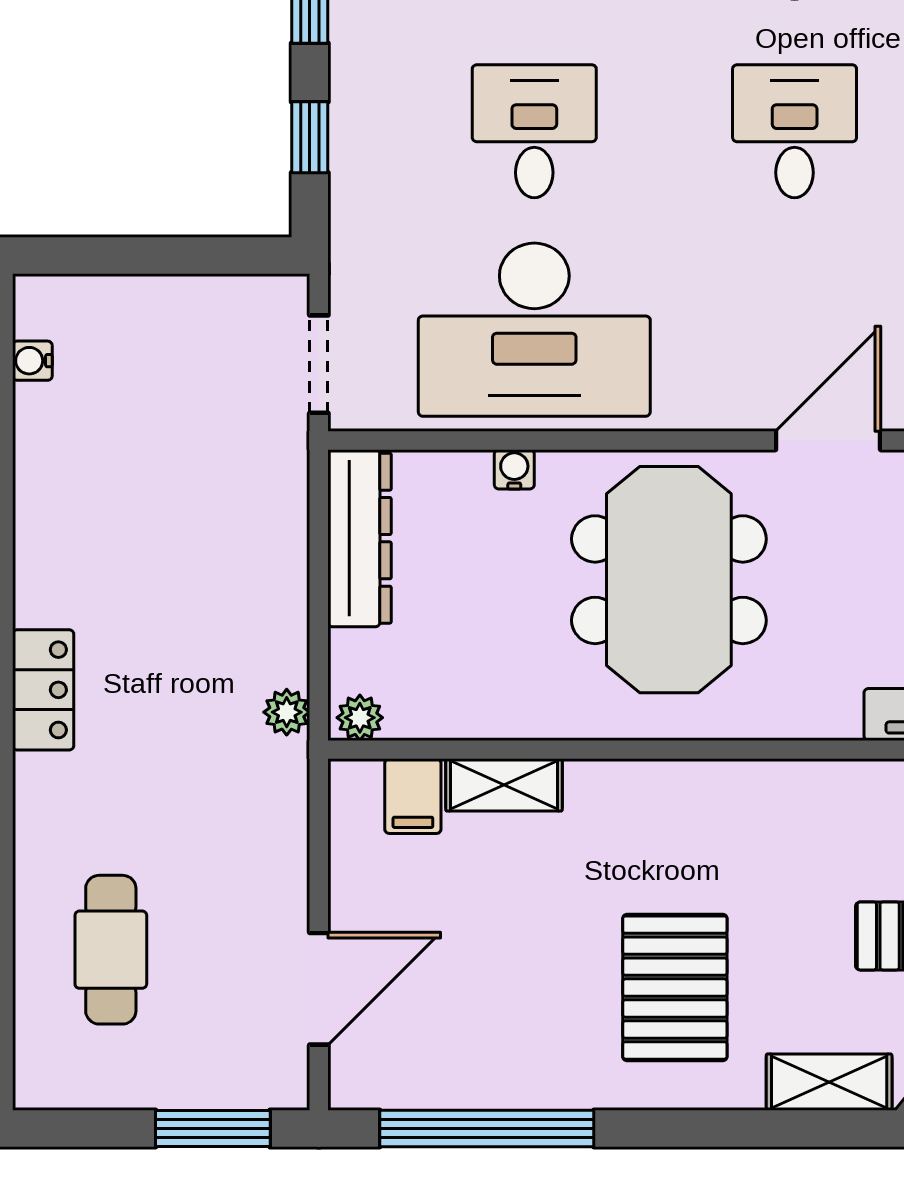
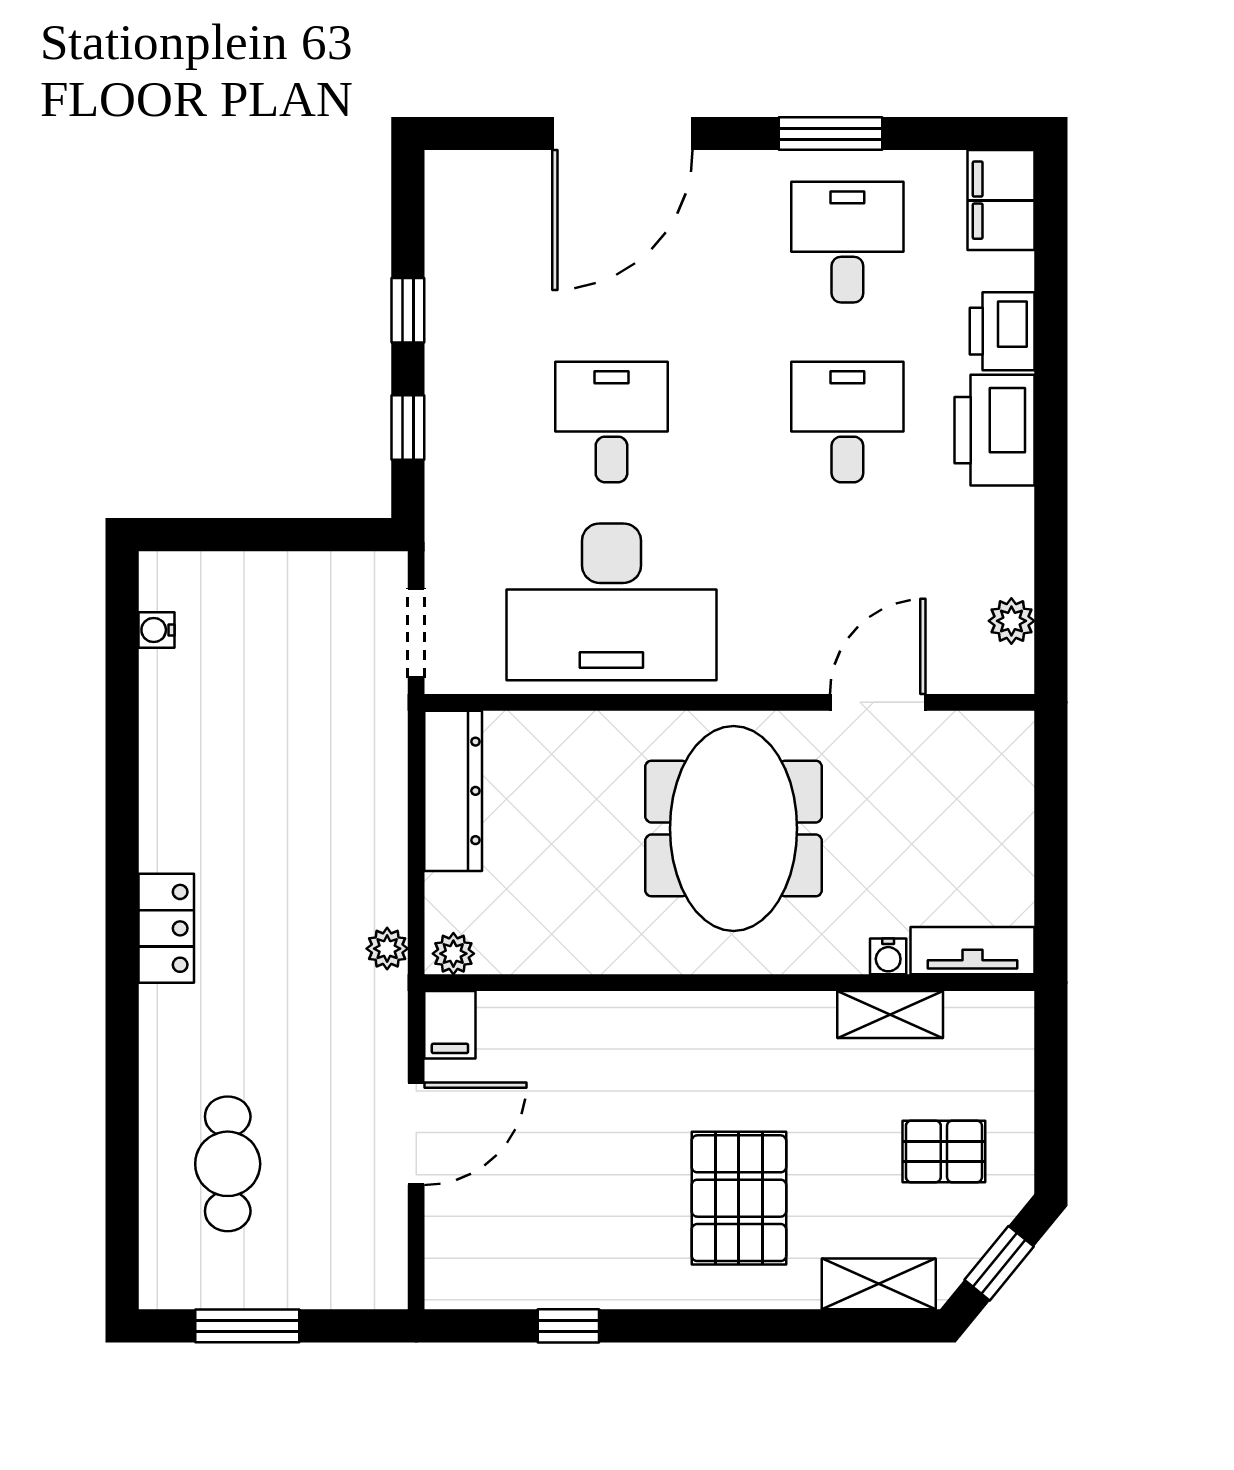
water cooler: (514, 469) -> (888, 956), moved, turned 180
shelving: (504, 785) -> (890, 1015), moved
filing cabinet: (413, 796) -> (450, 1025), moved
door: (319, 989) -> (416, 1134), moved
window: (213, 1129) -> (247, 1326), moved
window: (487, 1129) -> (568, 1326), width x0.32

